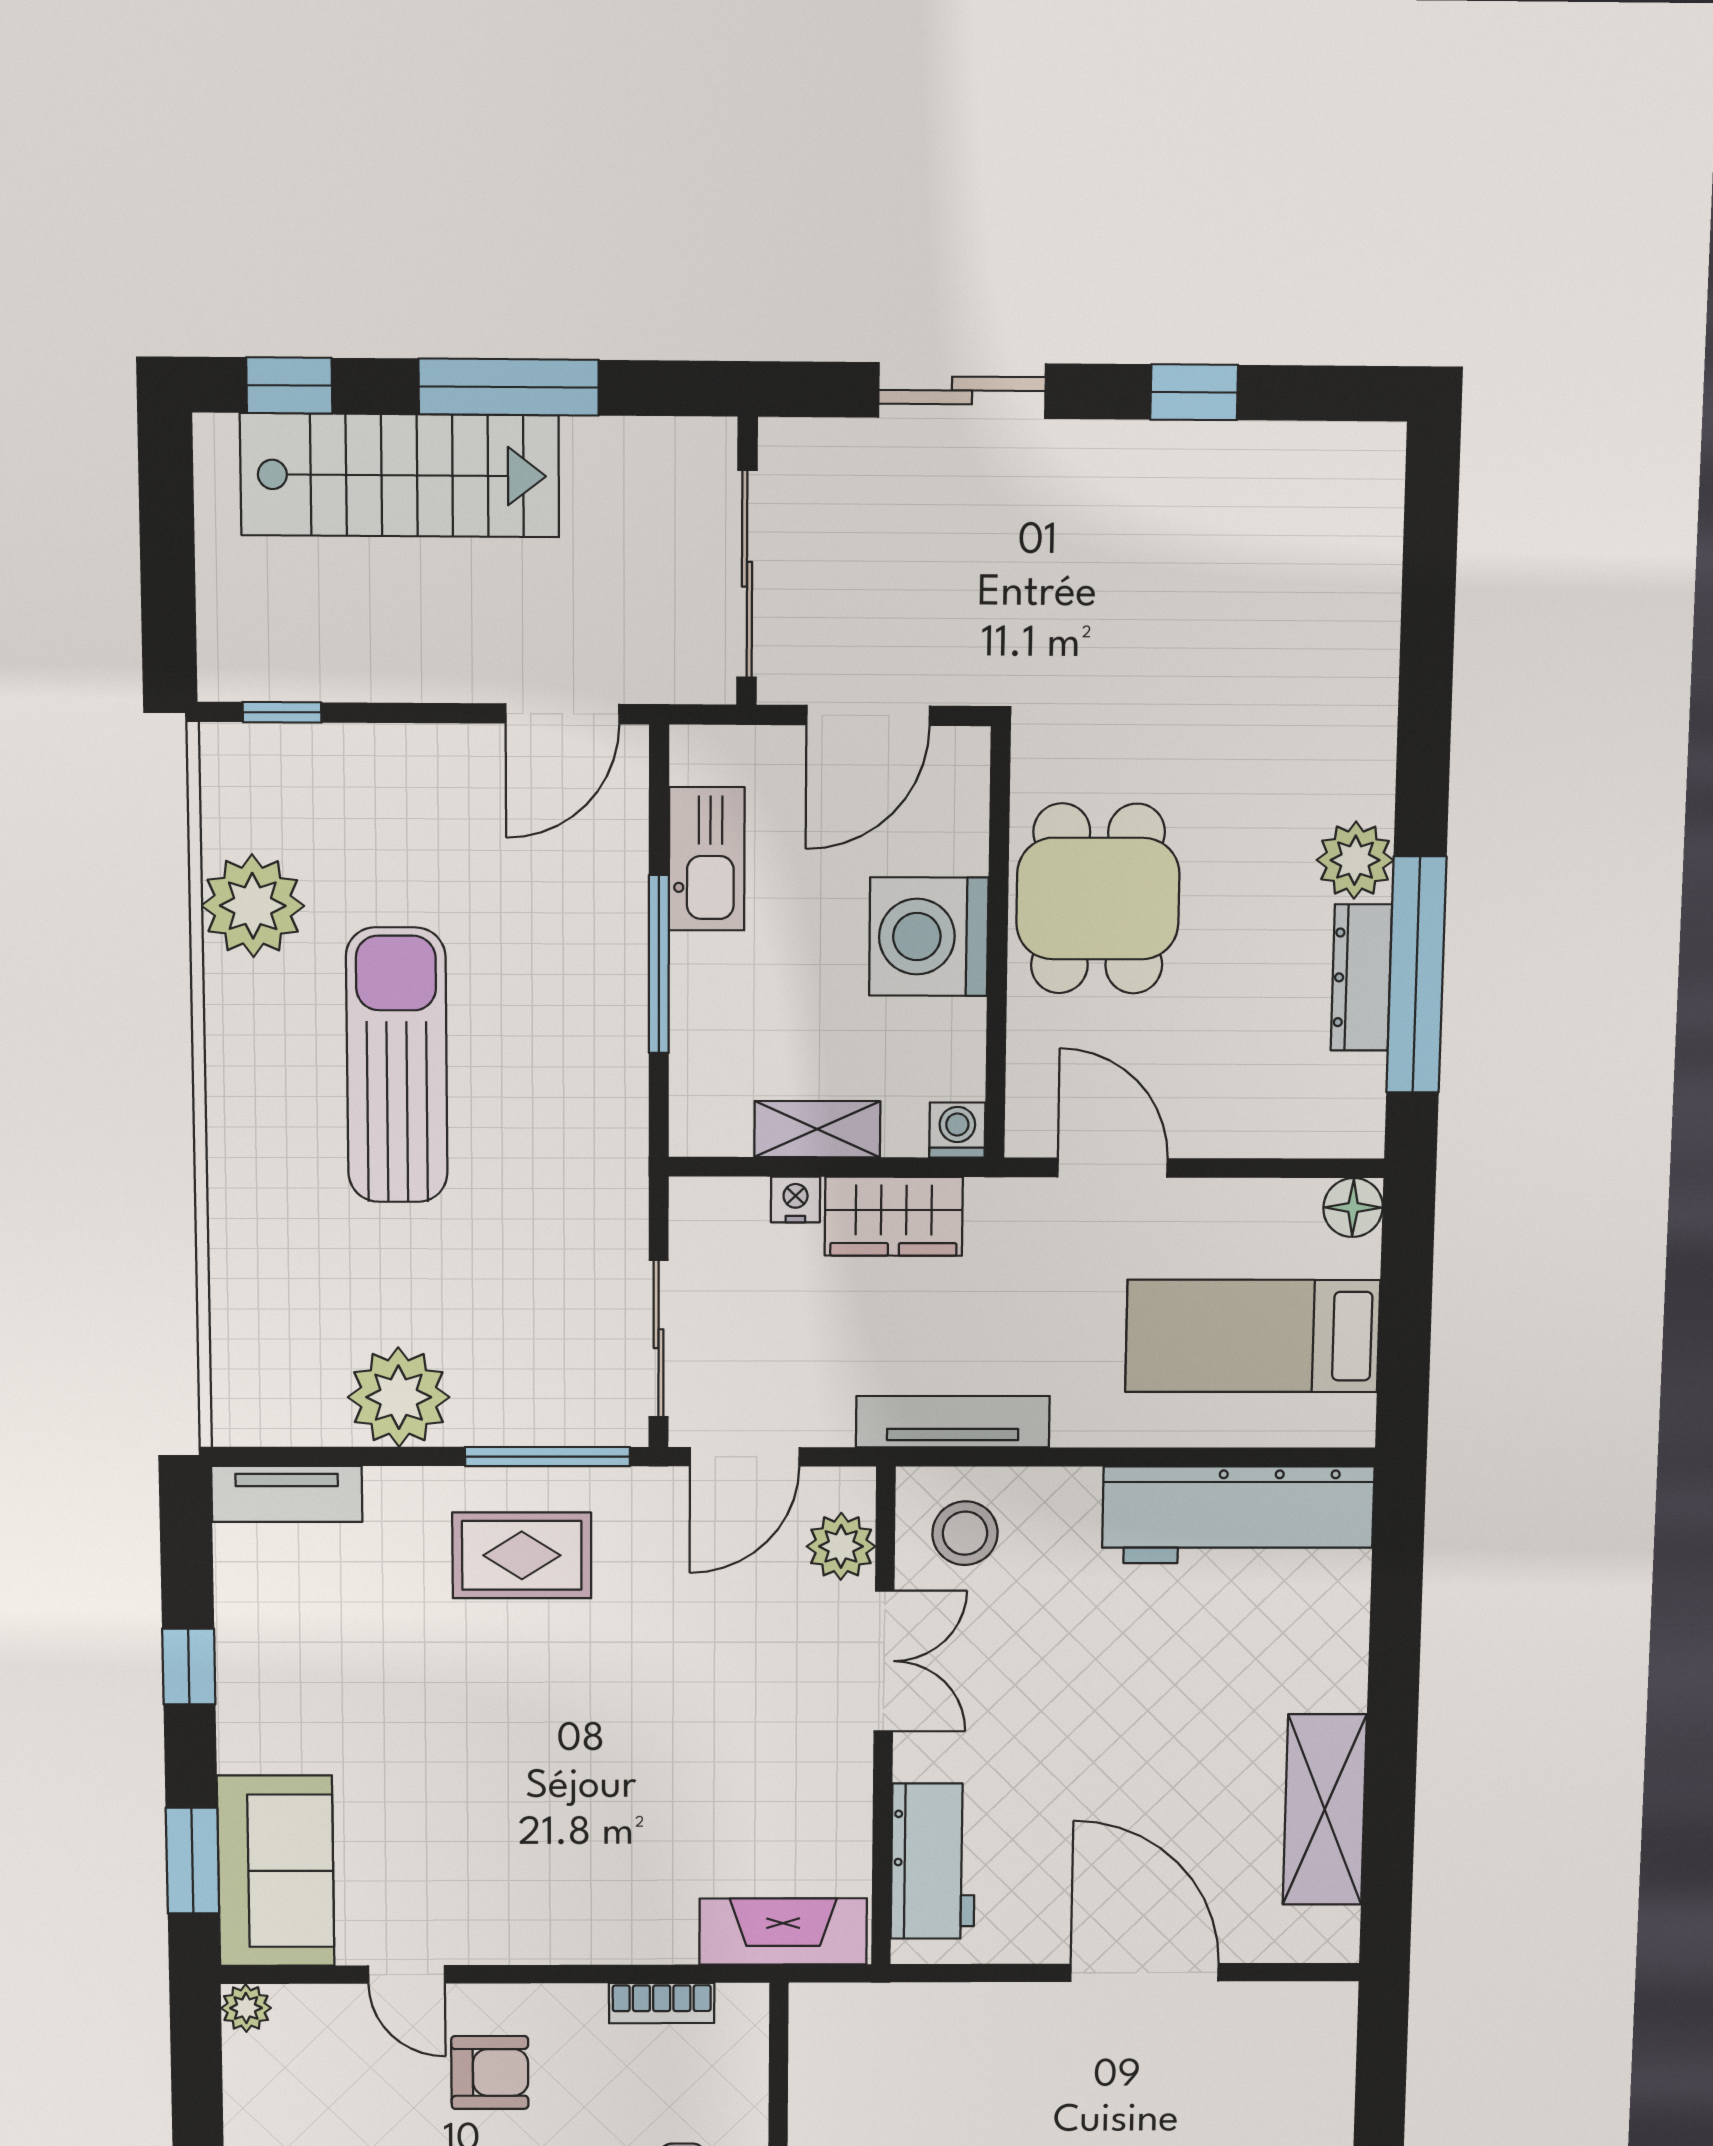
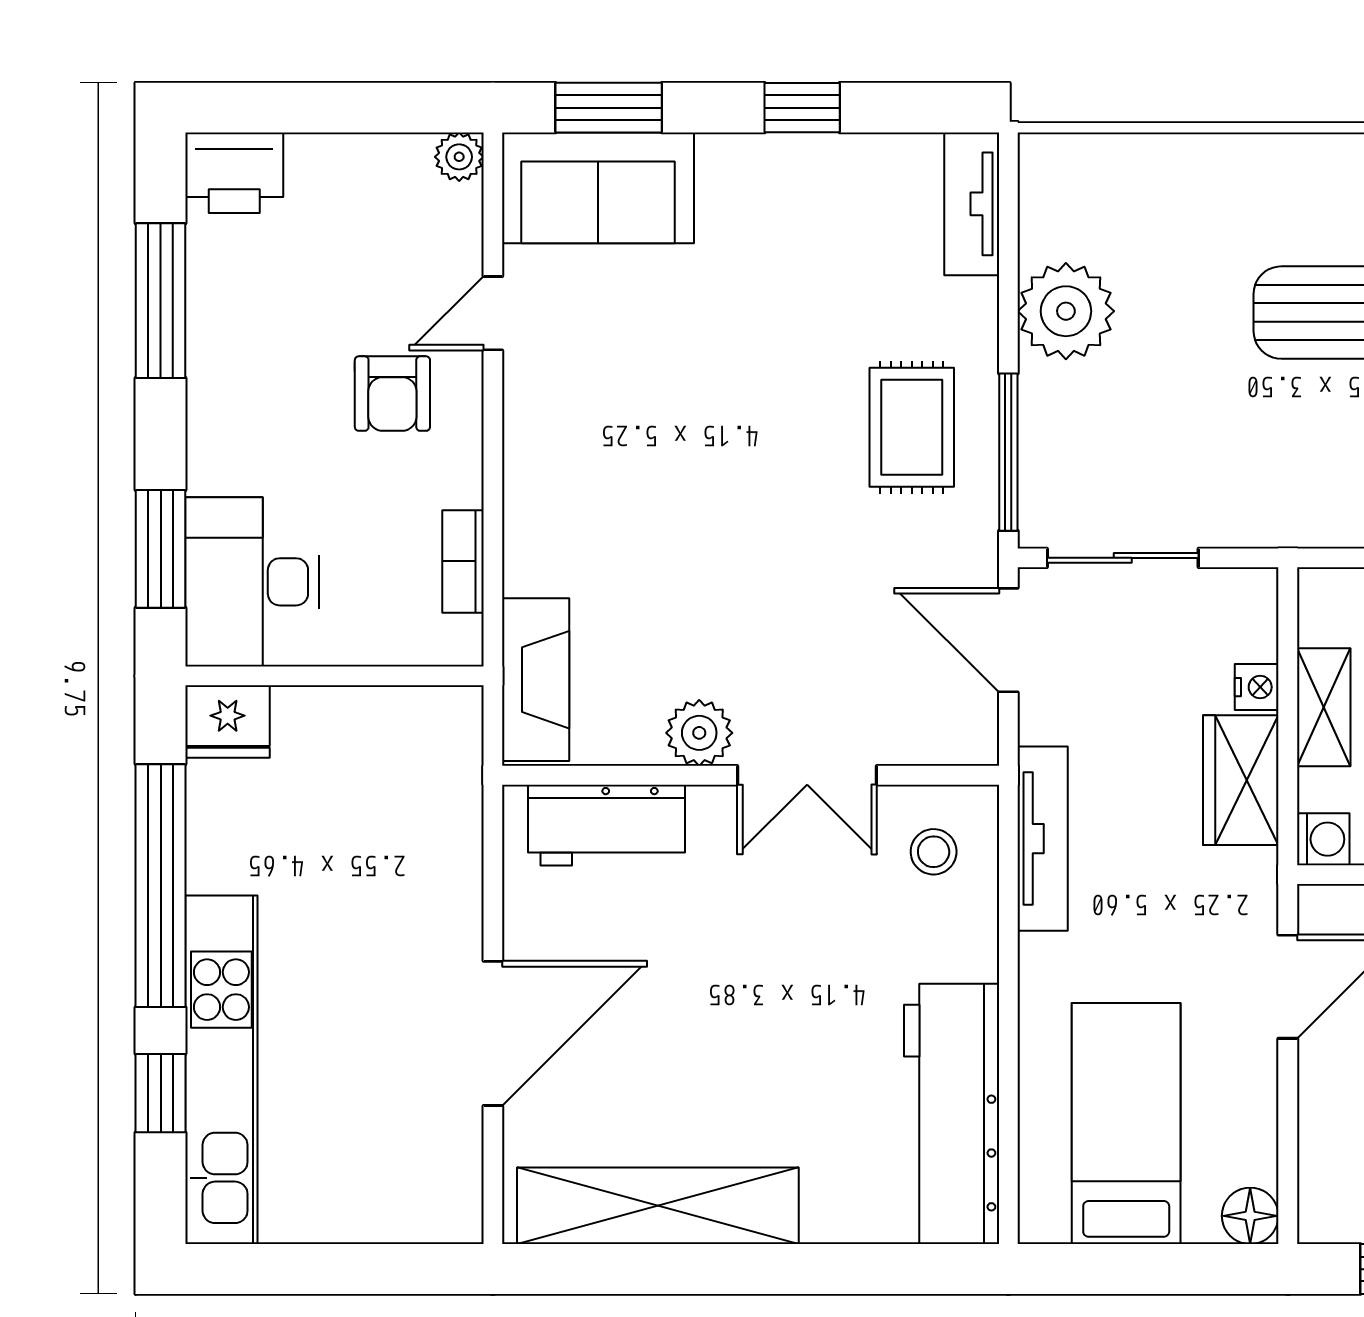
stool: (965, 1533) -> (934, 852), width x0.73, depth x0.73
plant: (841, 1546) -> (699, 733), moved
shelving: (1325, 1810) -> (658, 1206), width x1.47

